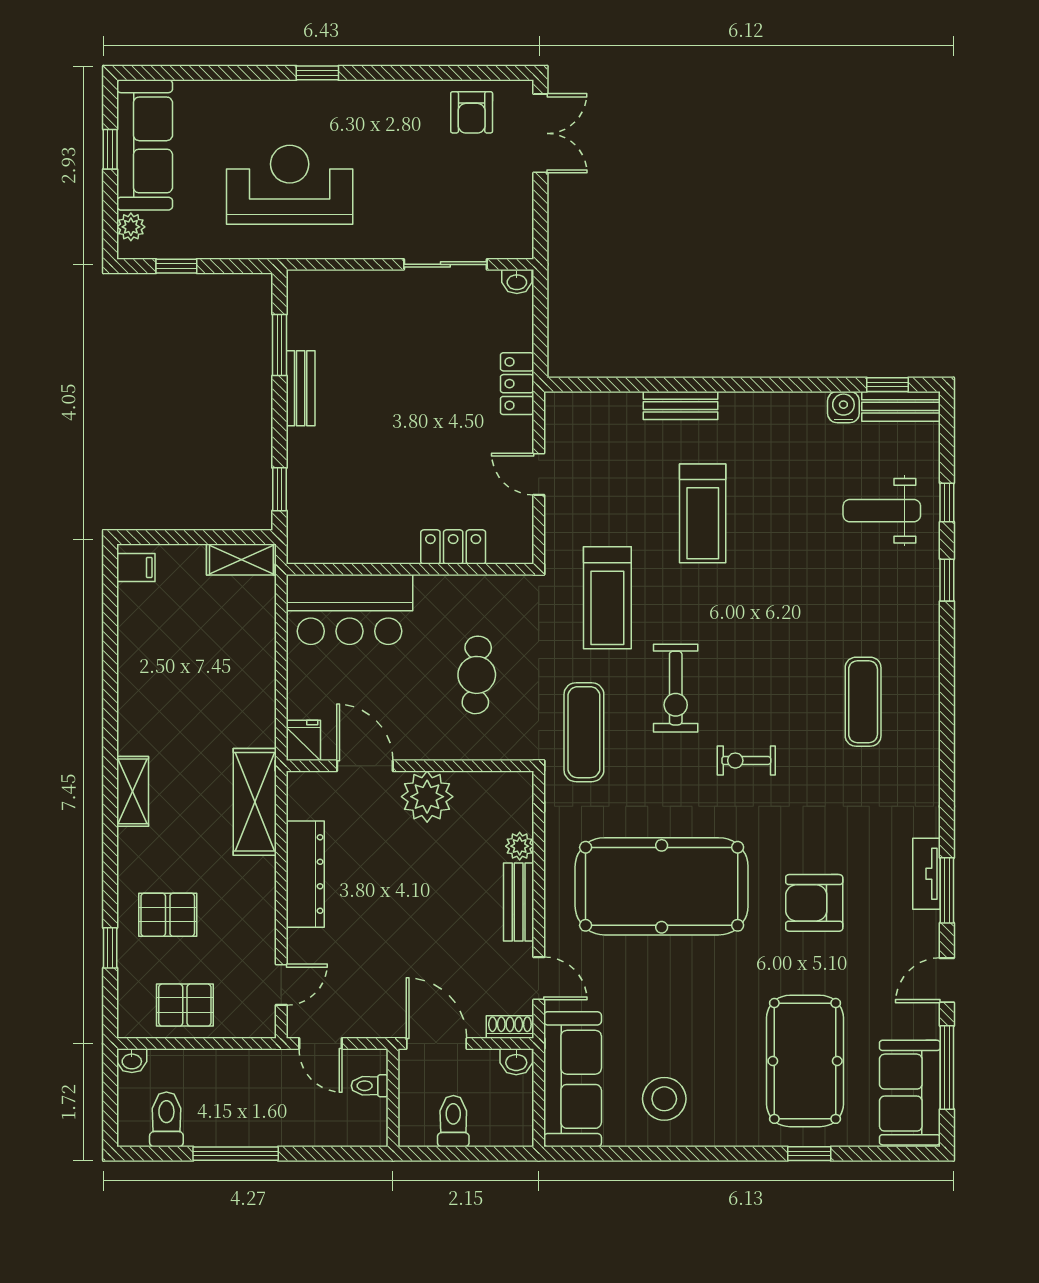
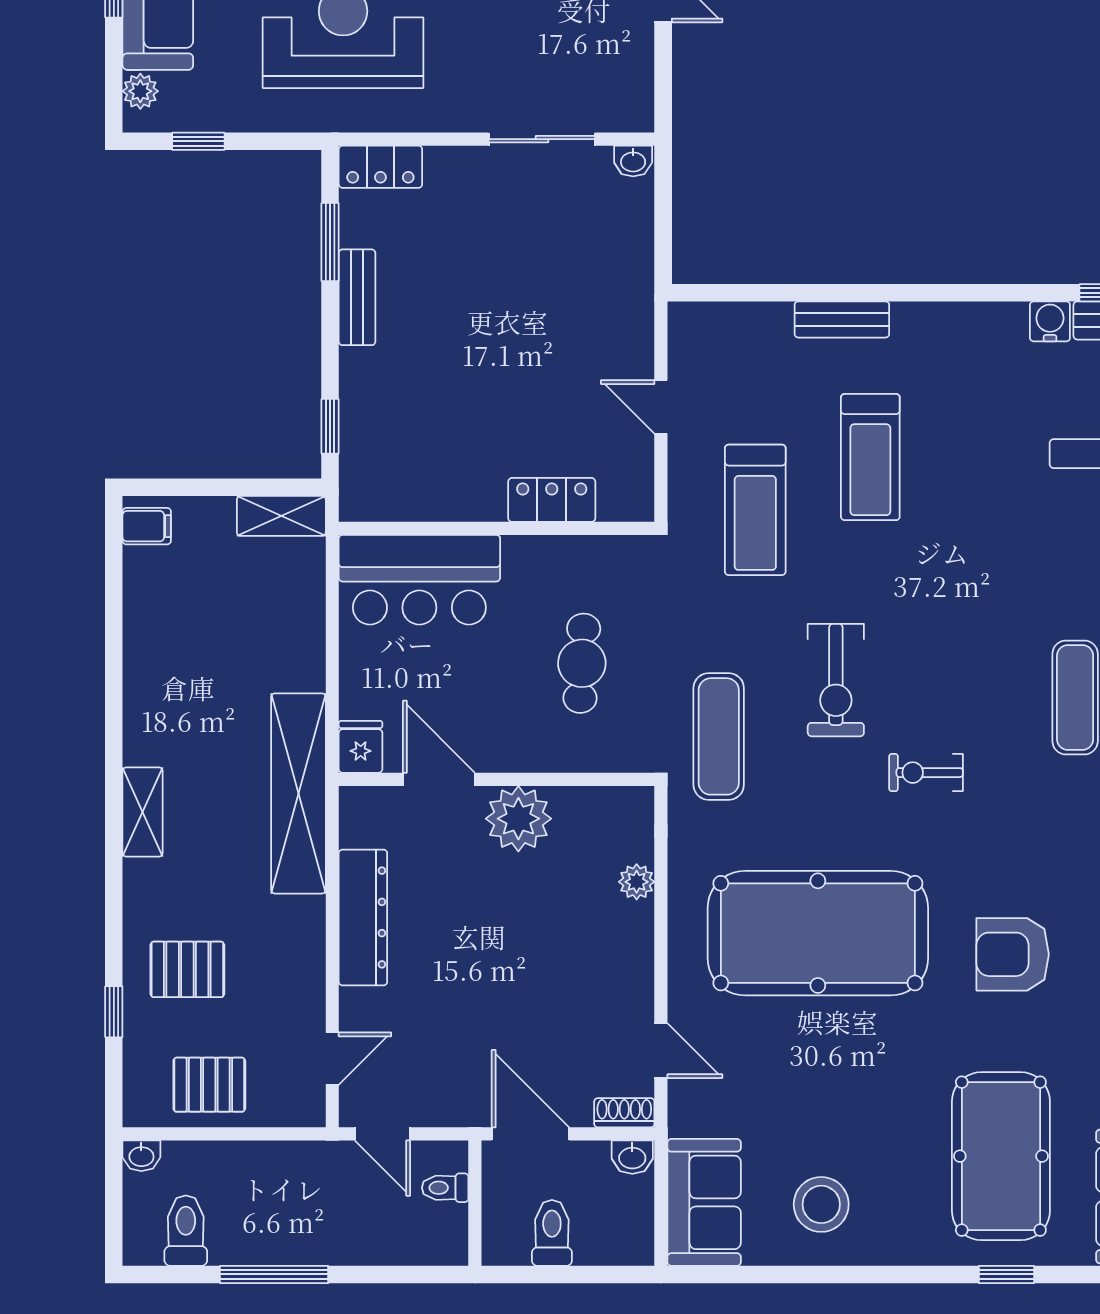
locker: (517, 384) -> (380, 167), moved, turned -90
treadmill: (607, 598) -> (755, 510), moved
shelving: (255, 802) -> (298, 793), width x1.47
bench: (519, 902) -> (635, 953), removed
sofa: (573, 1079) -> (704, 1202), width x0.73

